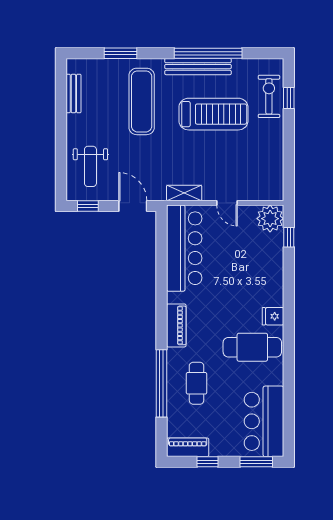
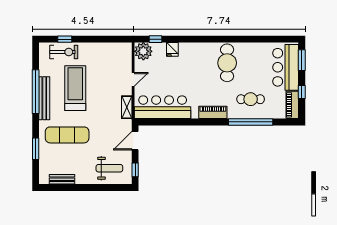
exercise bike: (269, 96) -> (64, 52), turned 180
fridge: (273, 316) -> (172, 49), moved
bar counter: (264, 421) -> (286, 67), moved, turned 90

